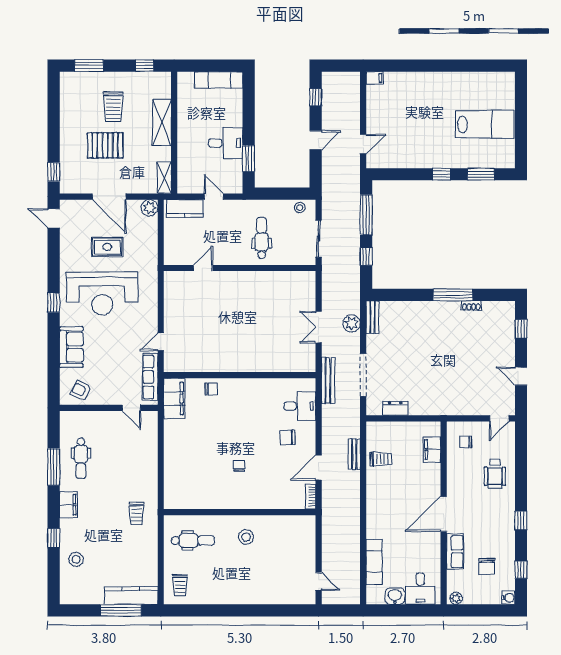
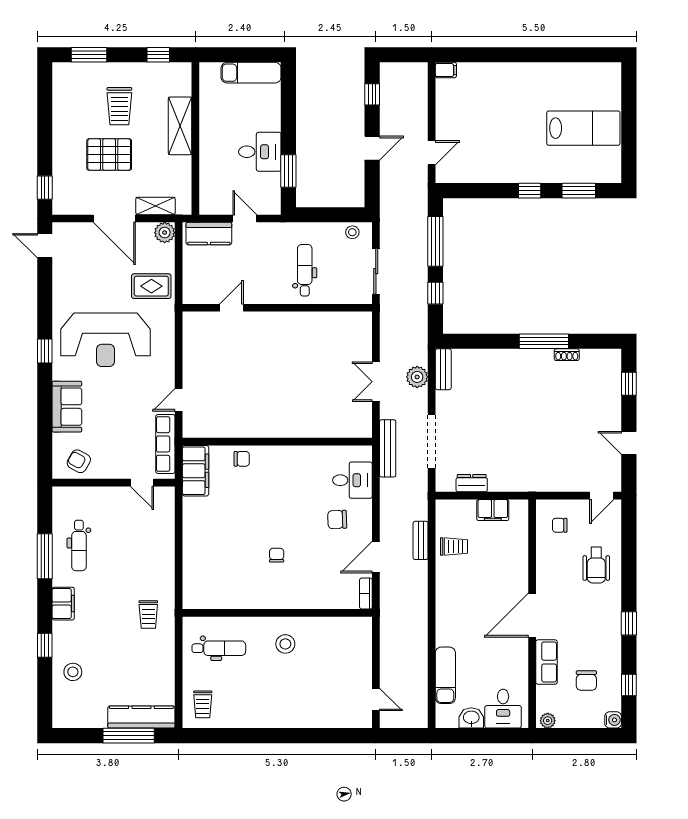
shelving: (164, 177) -> (155, 206), moved, turned 90
rug: (107, 247) -> (151, 286), moved
filing cabinet: (432, 450) -> (493, 510), moved, turned -90

